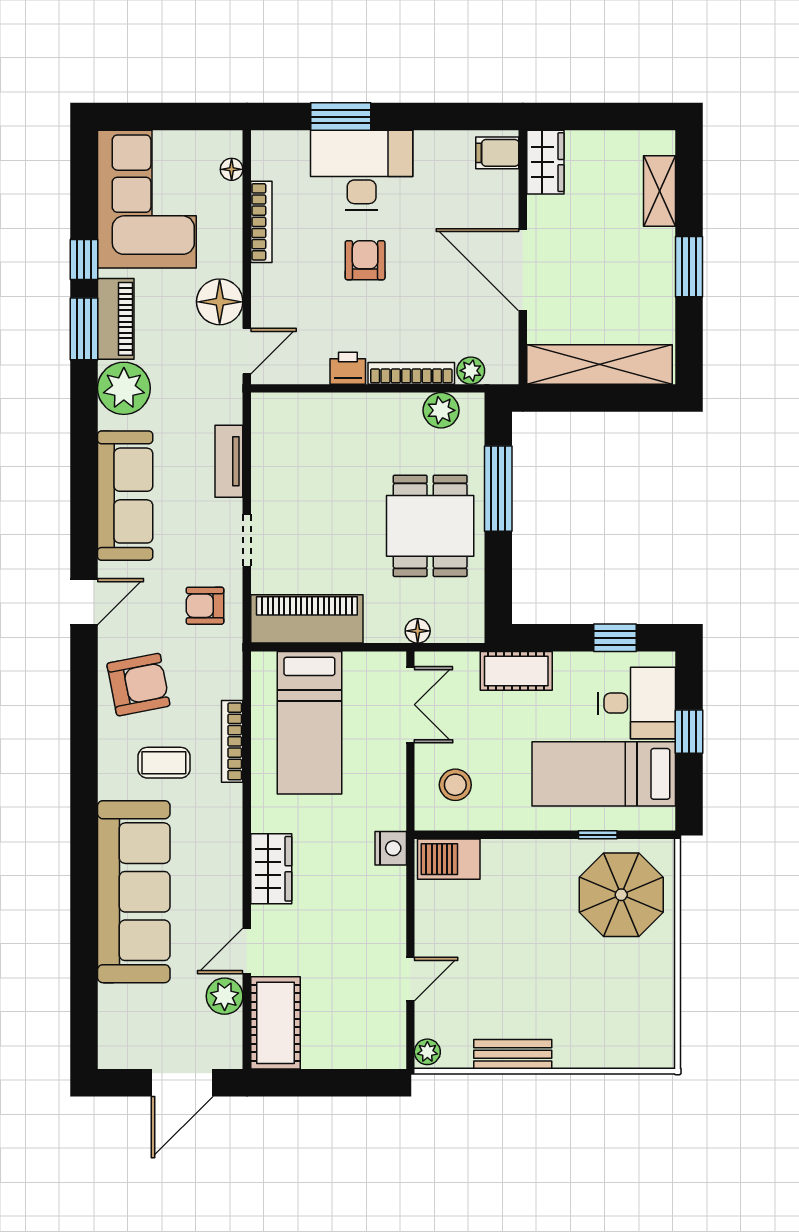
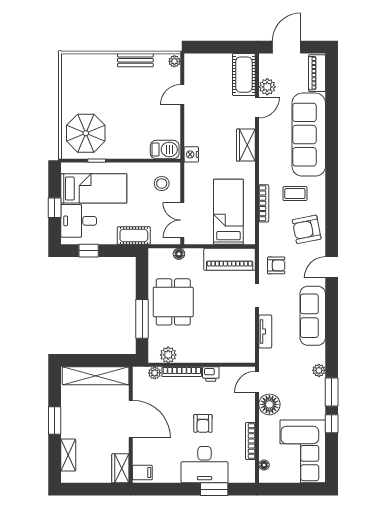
piano: (116, 319) -> (317, 73), moved
plant: (124, 388) -> (319, 370), width x0.53, depth x0.53

